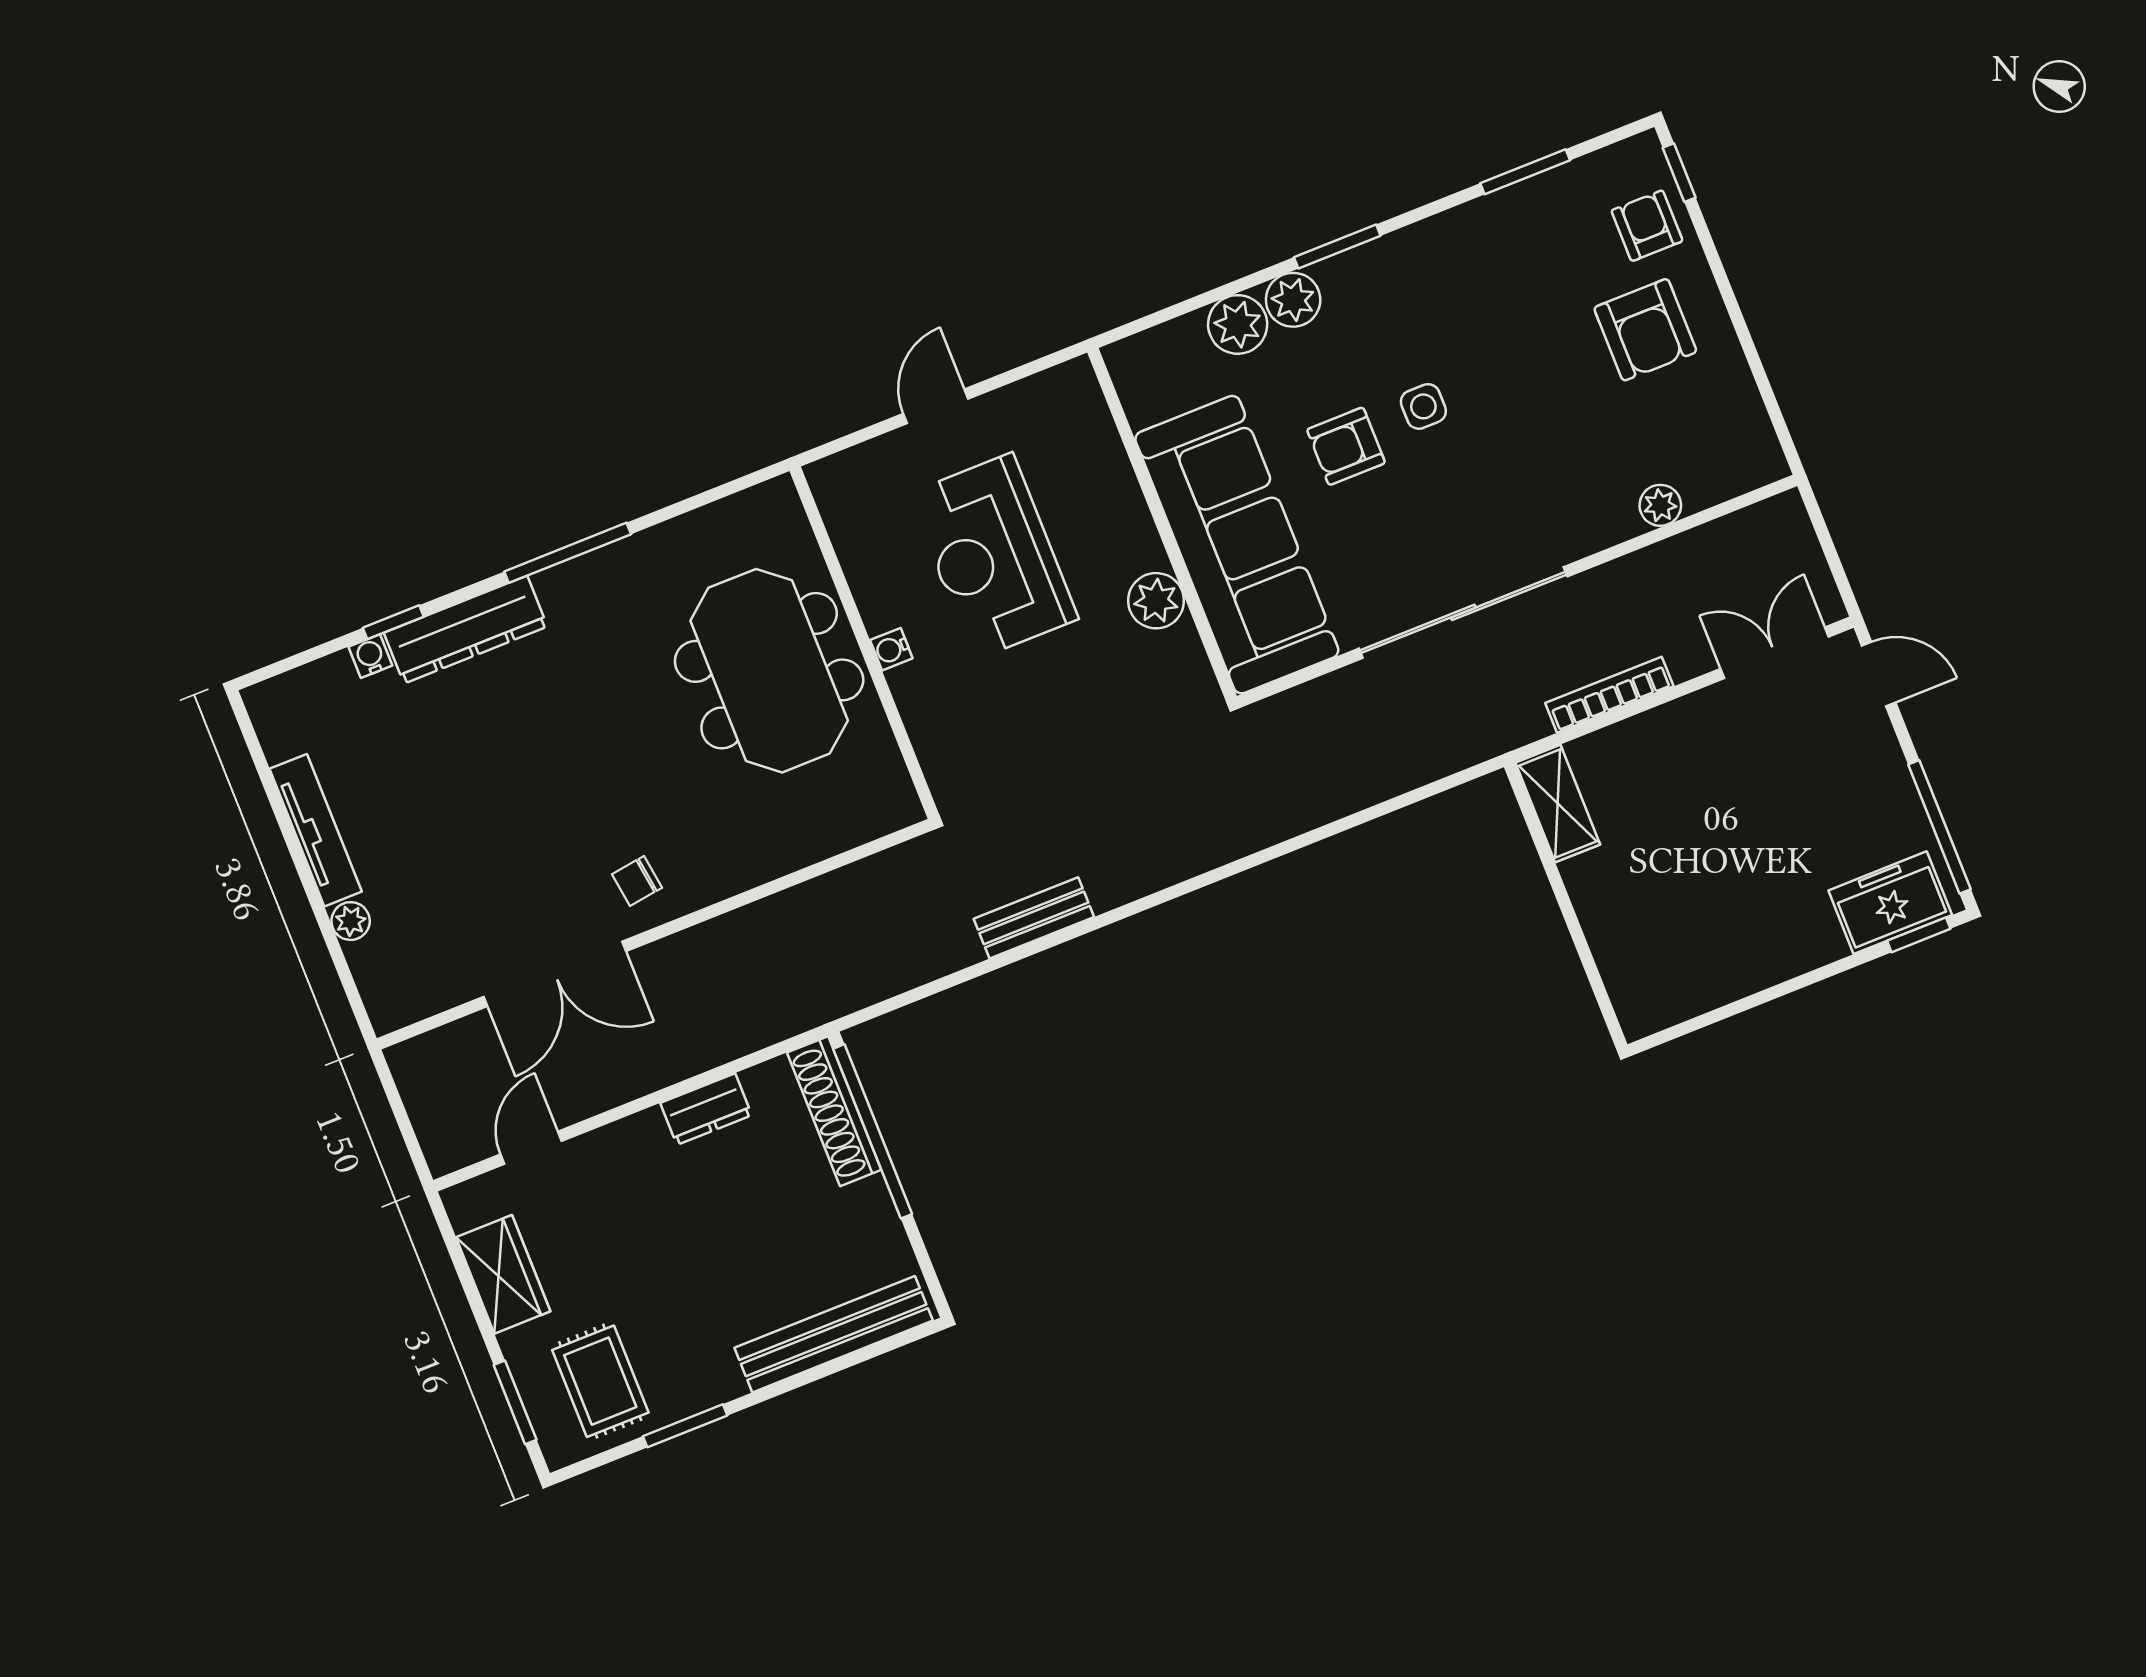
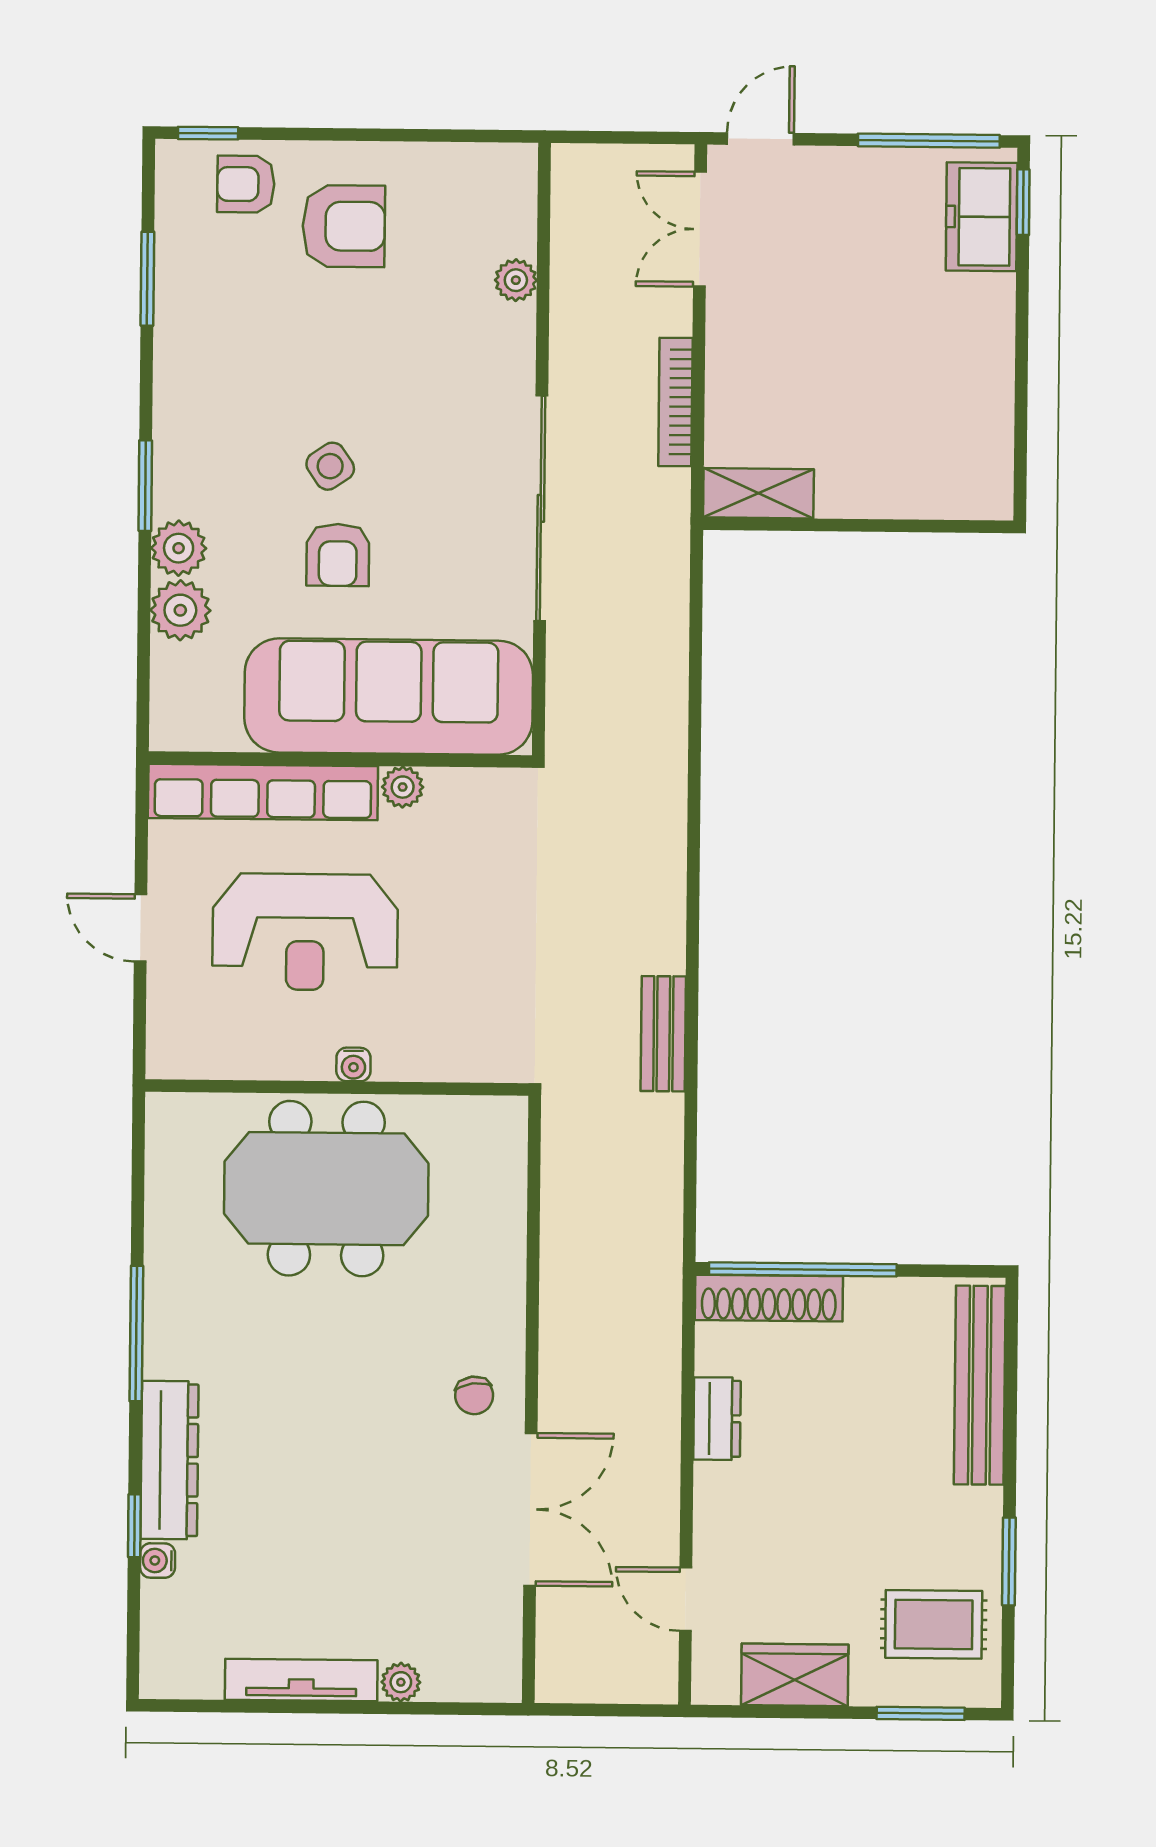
side table: (1423, 406) -> (330, 466), turned -34
row of seats: (1104, 467) -> (263, 792), added
plant: (1156, 601) -> (403, 787), width x0.73, depth x0.73

